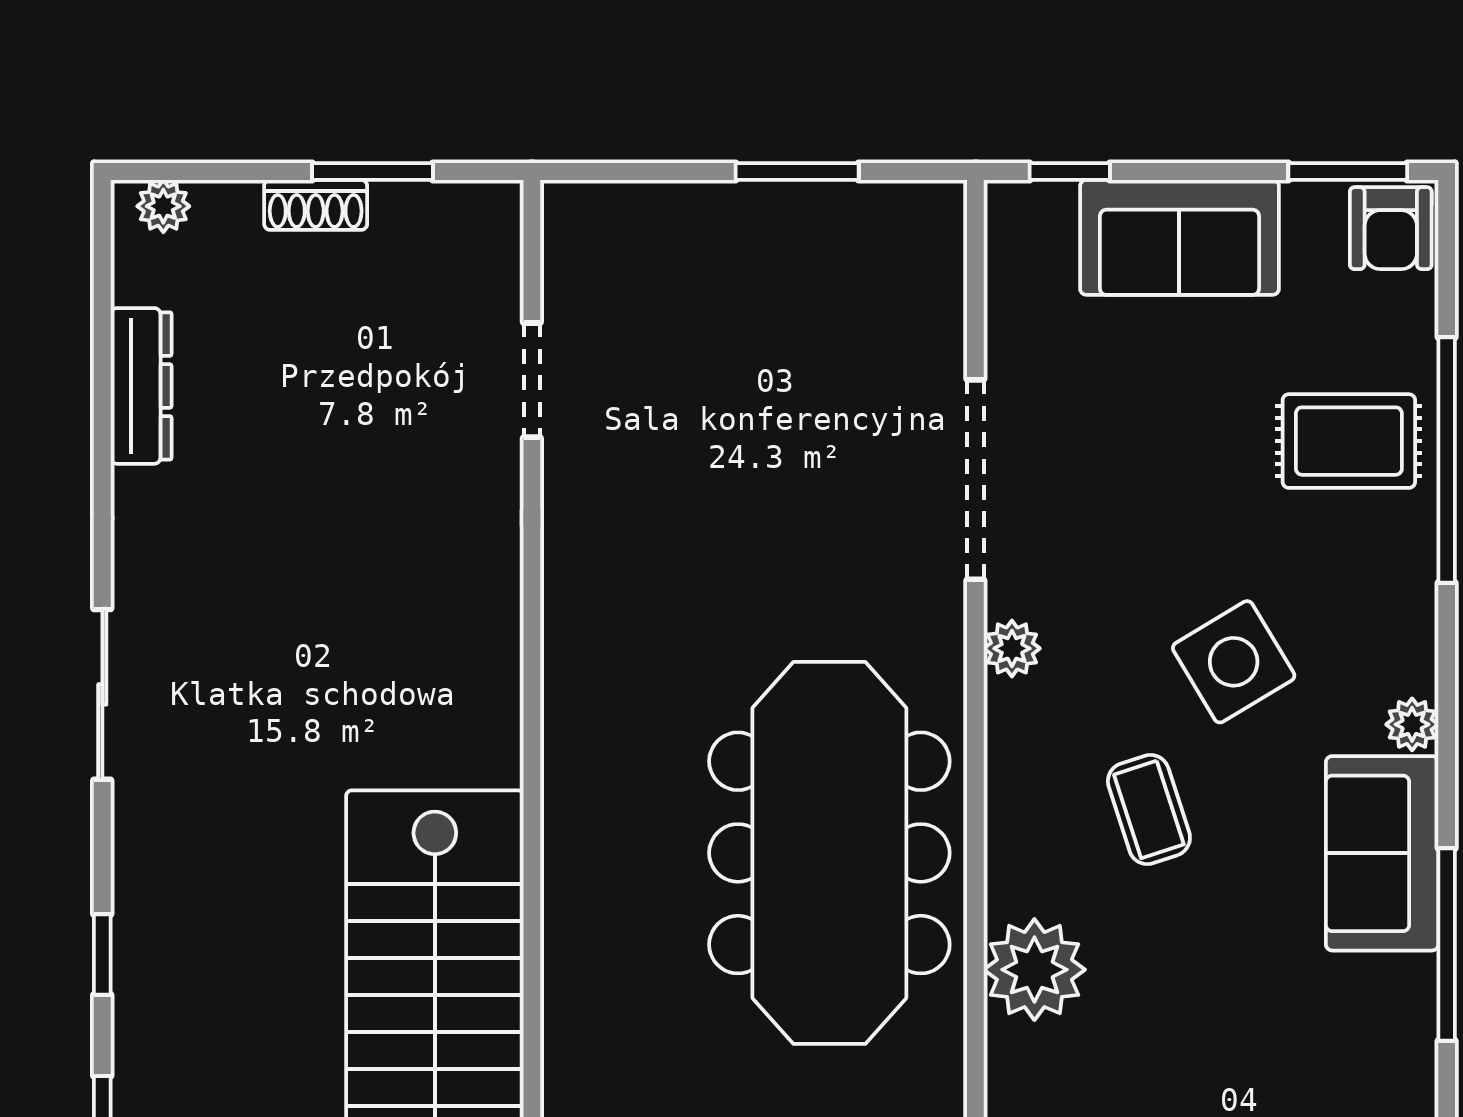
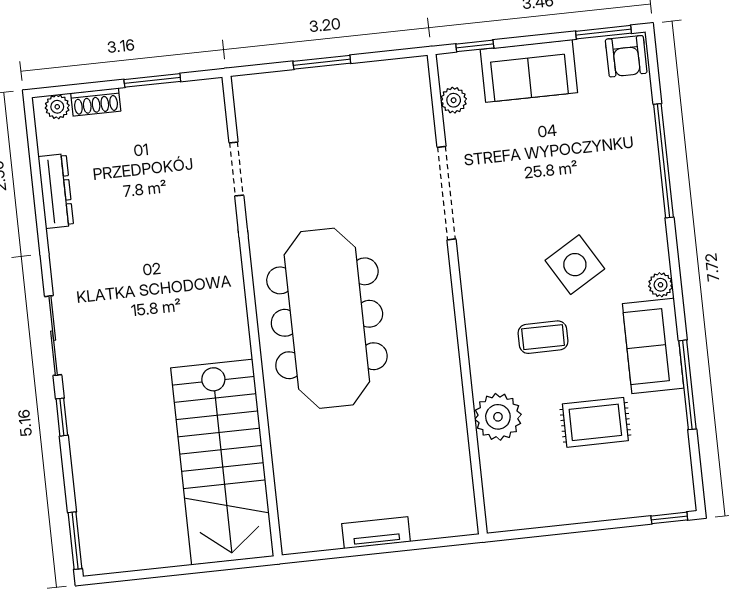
window: (797, 172) -> (322, 62), moved
shoe rack: (316, 205) -> (96, 102), moved
rug: (1349, 441) -> (595, 422), moved
plant: (1012, 648) -> (454, 100), moved
coffee table: (1149, 810) -> (543, 337), turned -72
meeting table: (829, 853) -> (327, 318), moved
window: (102, 955) -> (62, 417), moved

